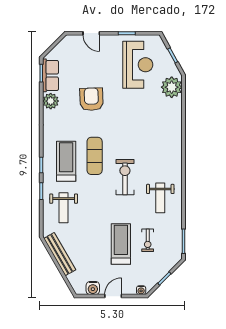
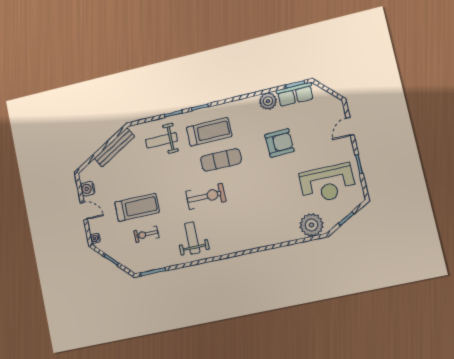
weight bench: (160, 198) -> (192, 238), turned 90

